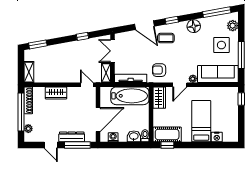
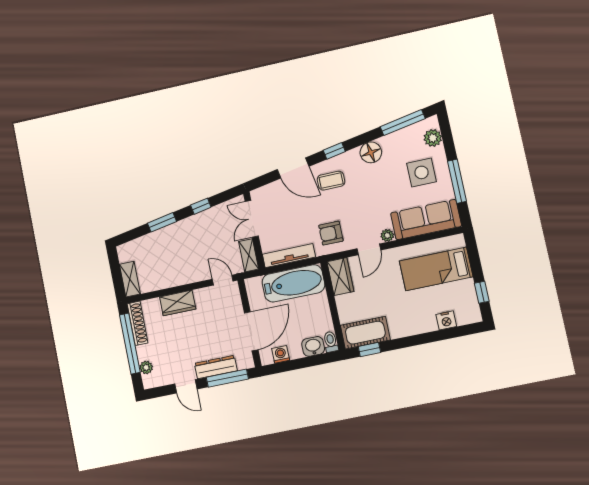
window: (38, 44) -> (162, 222), moved
window: (241, 99) -> (482, 292), moved
bed: (201, 121) -> (436, 269), moved, turned -90

